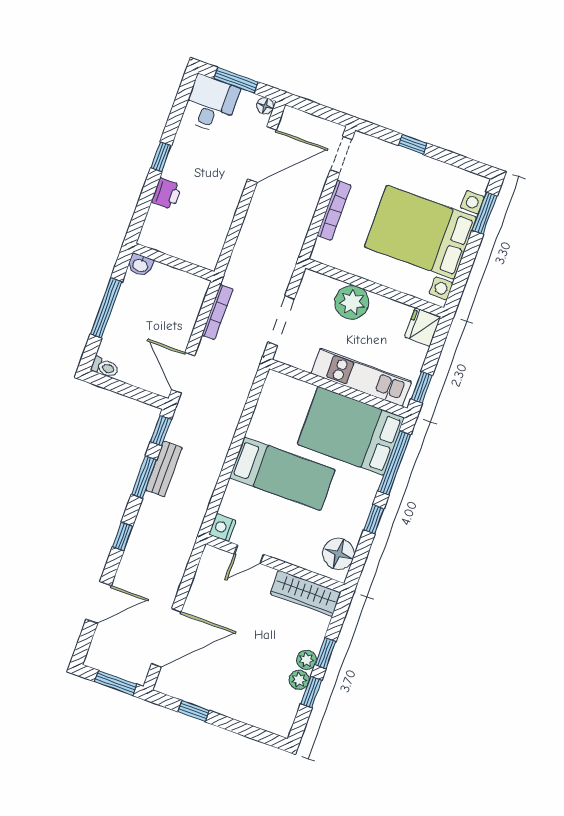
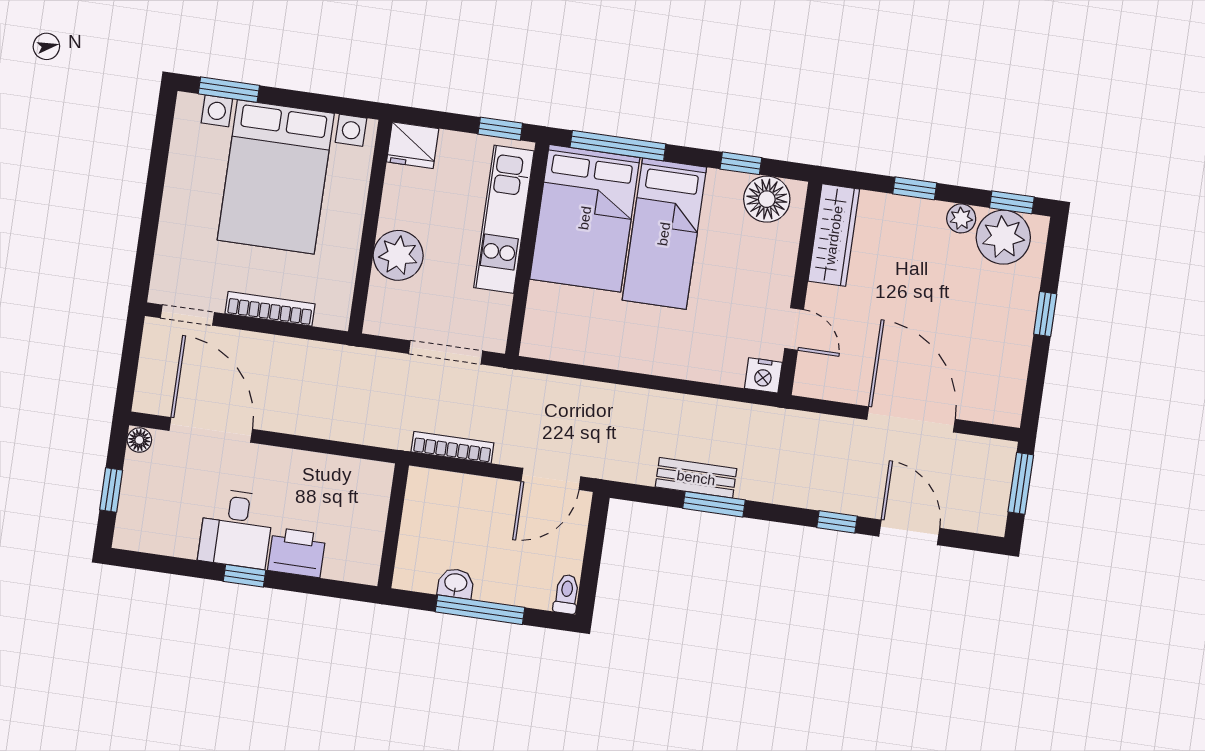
window: (236, 80) -> (111, 490), width x0.67
desk: (211, 104) -> (236, 529), moved, turned -90
window: (413, 144) -> (151, 214), removed
printer: (166, 194) -> (297, 552), width x1.36, depth x1.24
washbasin: (140, 265) -> (456, 583), moved, turned -90
window: (161, 430) -> (641, 494), removed
bed: (282, 474) -> (664, 234), moved, turned 180
window: (374, 519) -> (741, 163), moved
window: (123, 537) -> (837, 522), moved
door: (166, 638) -> (911, 419), moved
plant: (306, 660) -> (1003, 237), moved, width x1.88, depth x1.88
window: (311, 692) -> (1012, 202), moved
window: (194, 711) -> (1045, 314), moved

